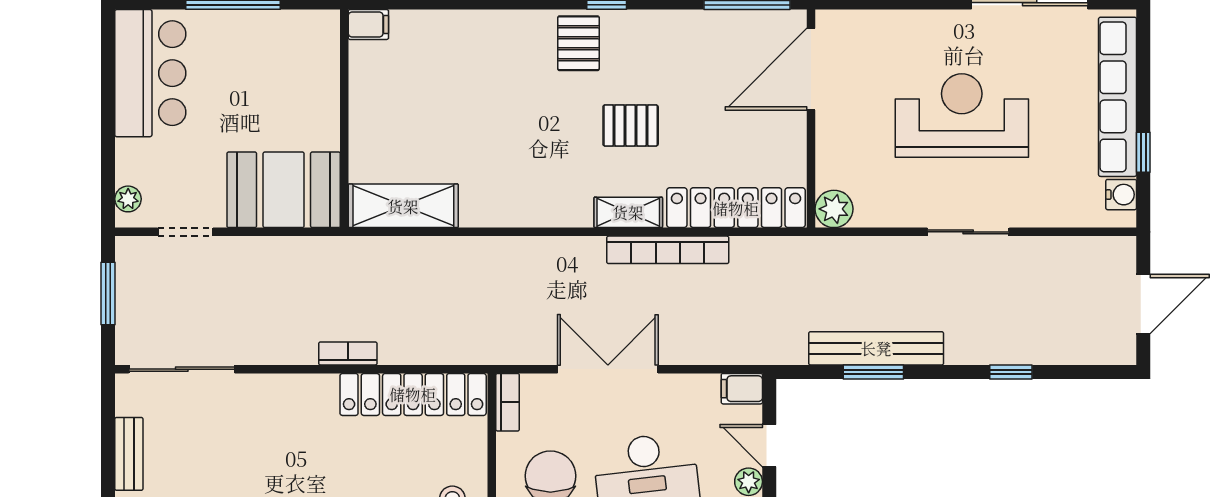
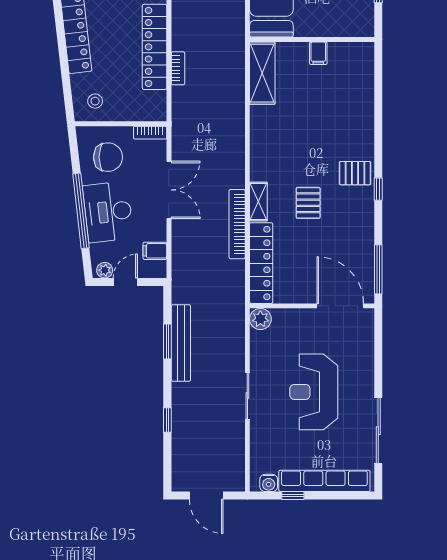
filing cabinet: (368, 24) -> (318, 53), moved
reception desk: (962, 116) -> (314, 392), turned 180
bookcase: (348, 353) -> (178, 68), moved
filing cabinet: (742, 389) -> (155, 251), moved, turned -90
locker: (413, 394) -> (155, 47), moved

